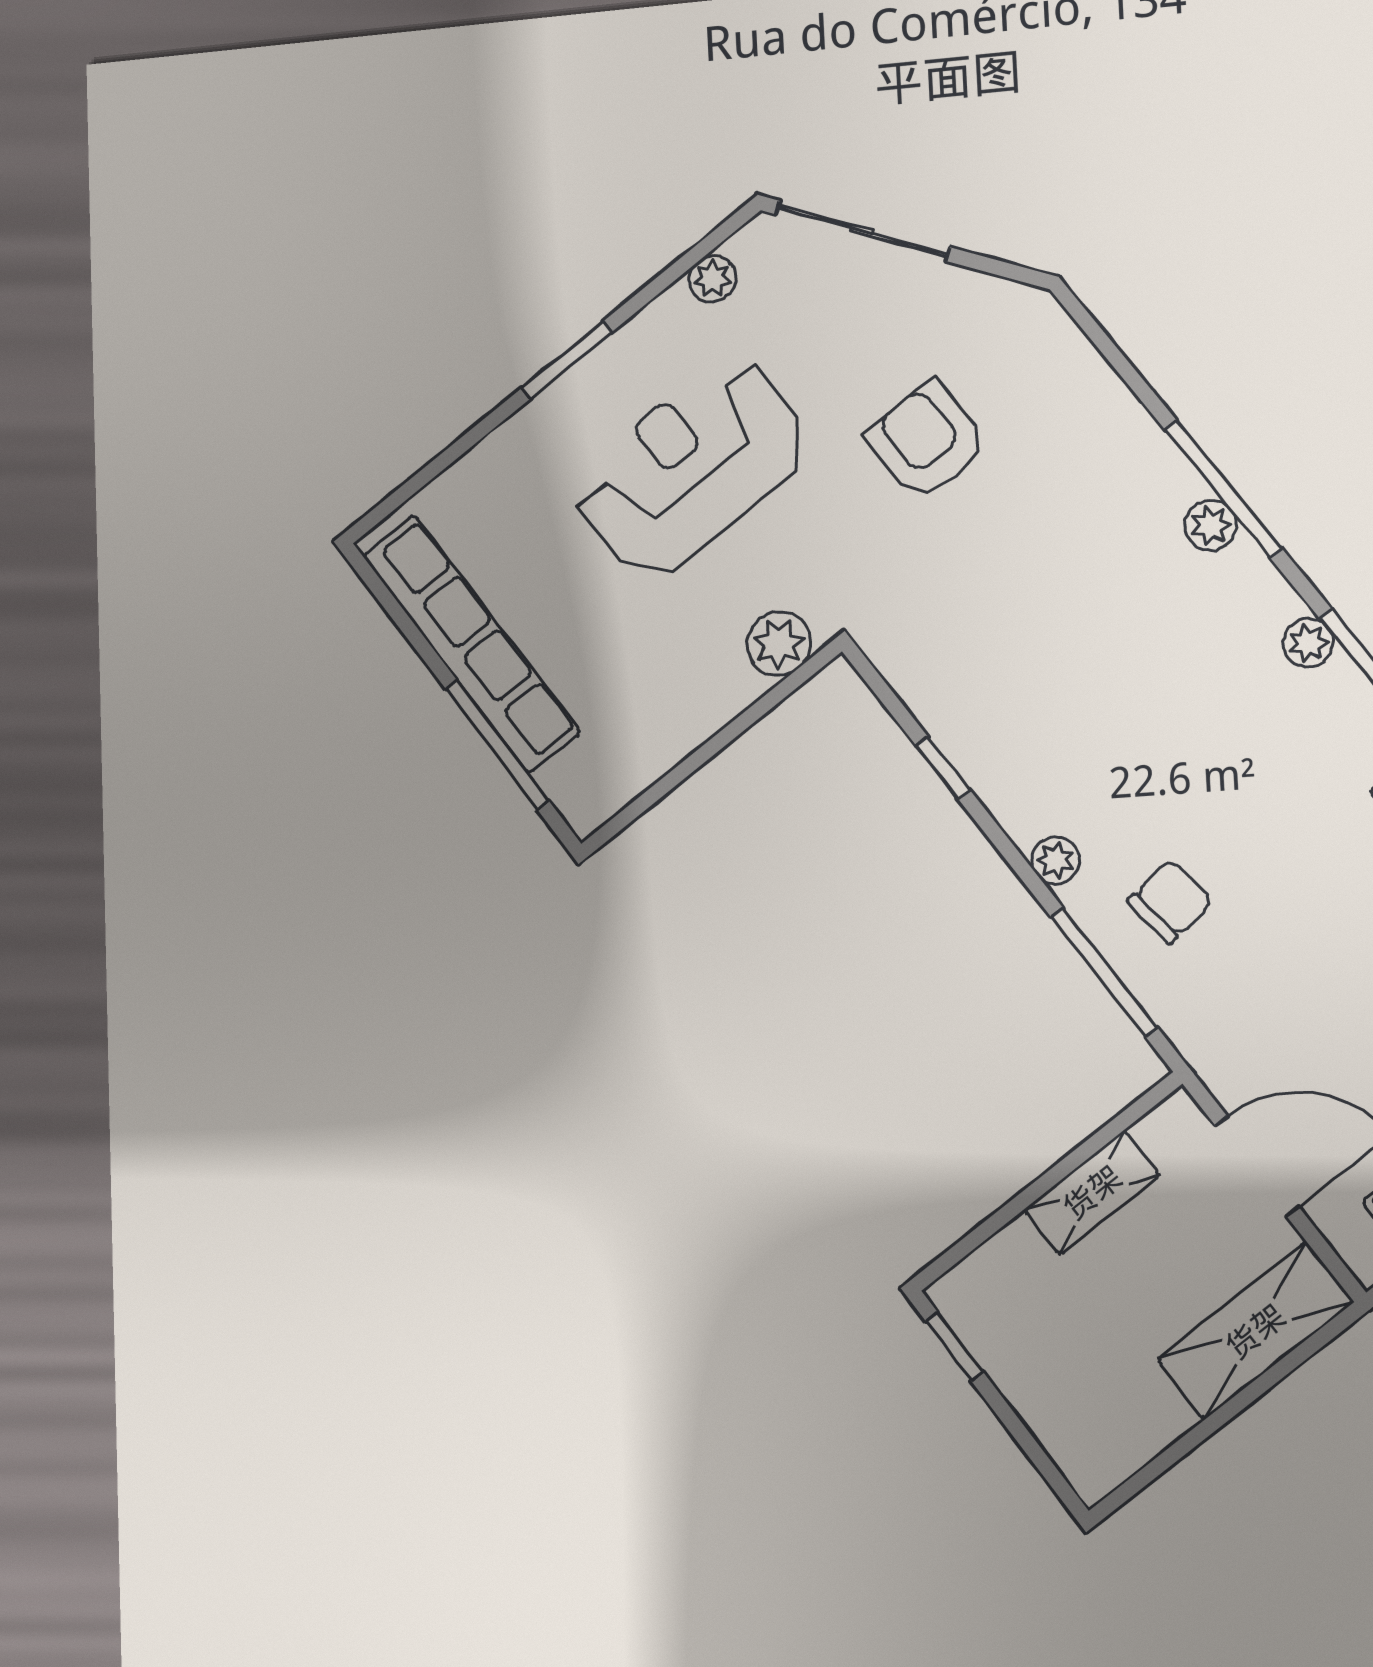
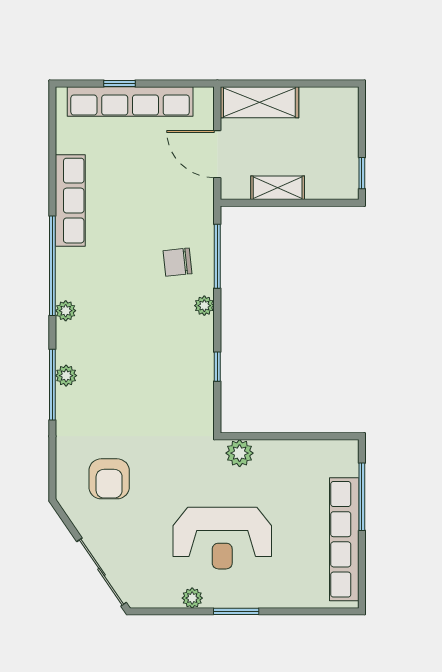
plant: (713, 279) -> (192, 598), moved
armchair: (927, 441) -> (109, 479), moved

